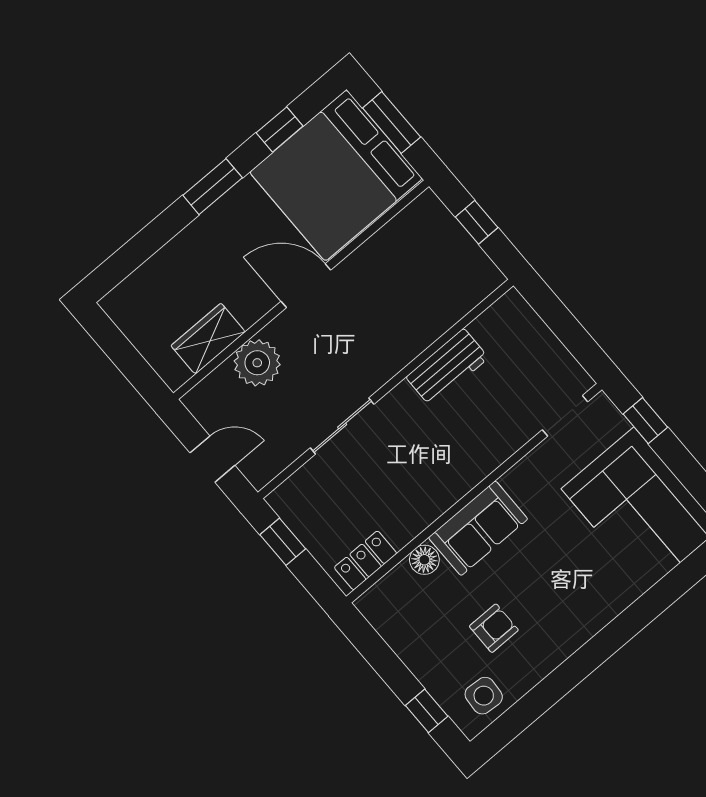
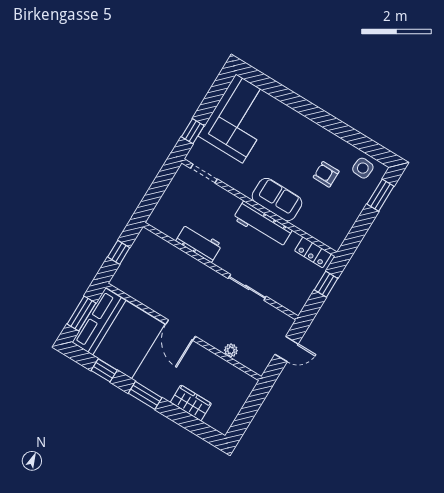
wardrobe: (208, 339) -> (191, 403), moved, turned 180
plant: (257, 363) -> (231, 350), width x0.53, depth x0.53
door: (212, 459) -> (286, 349), swing flipped
workbench: (443, 489) -> (263, 224), added
window: (283, 542) -> (326, 284), moved
floor lamp: (424, 560) -> (303, 222), removed
window: (427, 711) -> (380, 195), width x1.50

